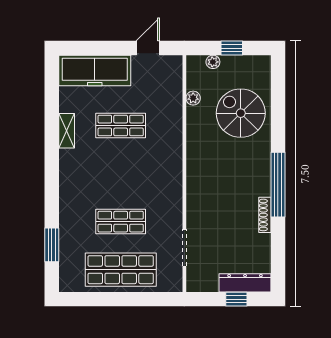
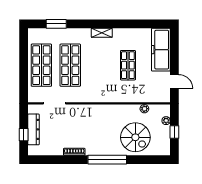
spiral stairs: (241, 113) -> (135, 137), turned 90
shelving: (67, 131) -> (102, 33), moved
window: (278, 185) -> (107, 160), moved
shop shelf: (121, 222) -> (70, 65), width x1.43, depth x1.36
dresser: (245, 283) -> (34, 129), moved

